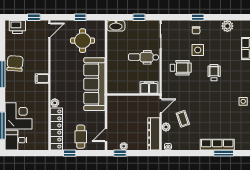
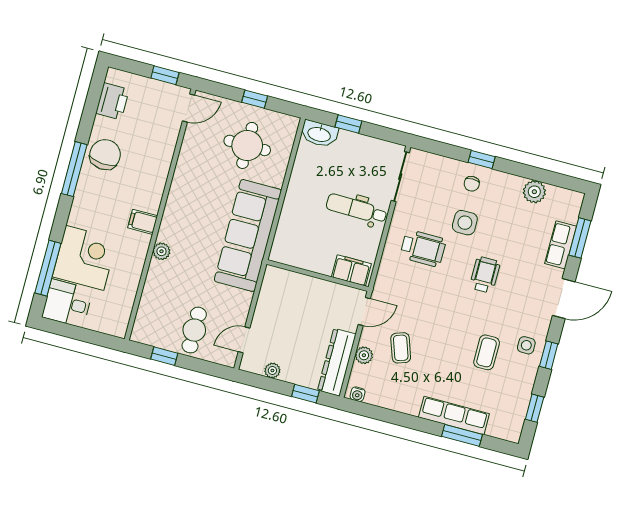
window: (139, 17) -> (348, 124), moved
printer: (17, 27) -> (112, 101), moved, turned -90
filing cabinet: (42, 78) -> (143, 222), moved
coffee table: (225, 110) -> (487, 352), added
locker: (56, 129) -> (151, 303), removed
window: (120, 153) -> (305, 394), moved

